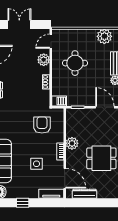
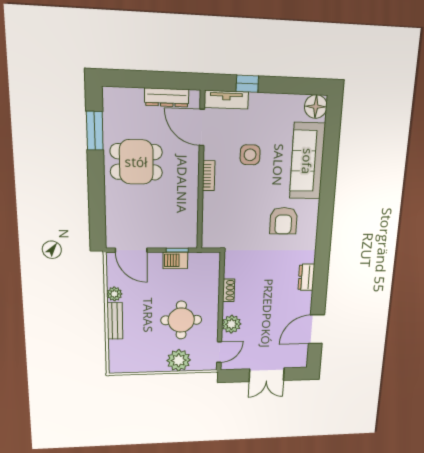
plant: (104, 36) -> (179, 360), moved
barbecue: (59, 101) -> (175, 260), moved
armchair: (42, 125) -> (283, 221), moved
plant: (72, 143) -> (188, 189), removed
window: (23, 203) -> (247, 84), moved

